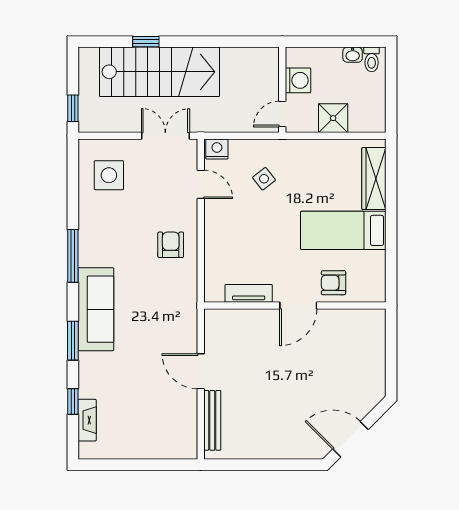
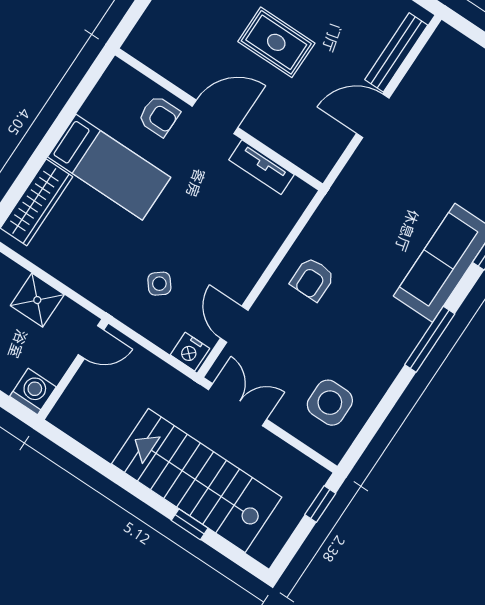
washing machine: (298, 80) -> (33, 392), moved, turned 90
double door: (165, 136) -> (238, 405), swing flipped
door: (201, 371) -> (373, 116), swing flipped
rug: (291, 377) -> (276, 42), added

